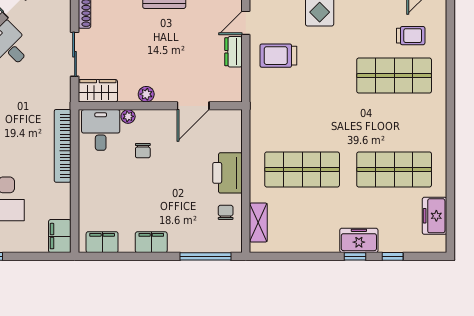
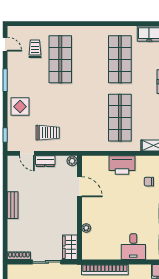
trolley: (278, 56) -> (48, 133), turned -90
plant: (146, 94) -> (72, 161), moved
desk: (101, 130) -> (133, 247), moved, turned -90
chair: (143, 151) -> (108, 219), removed
chair: (226, 212) -> (149, 182), moved

